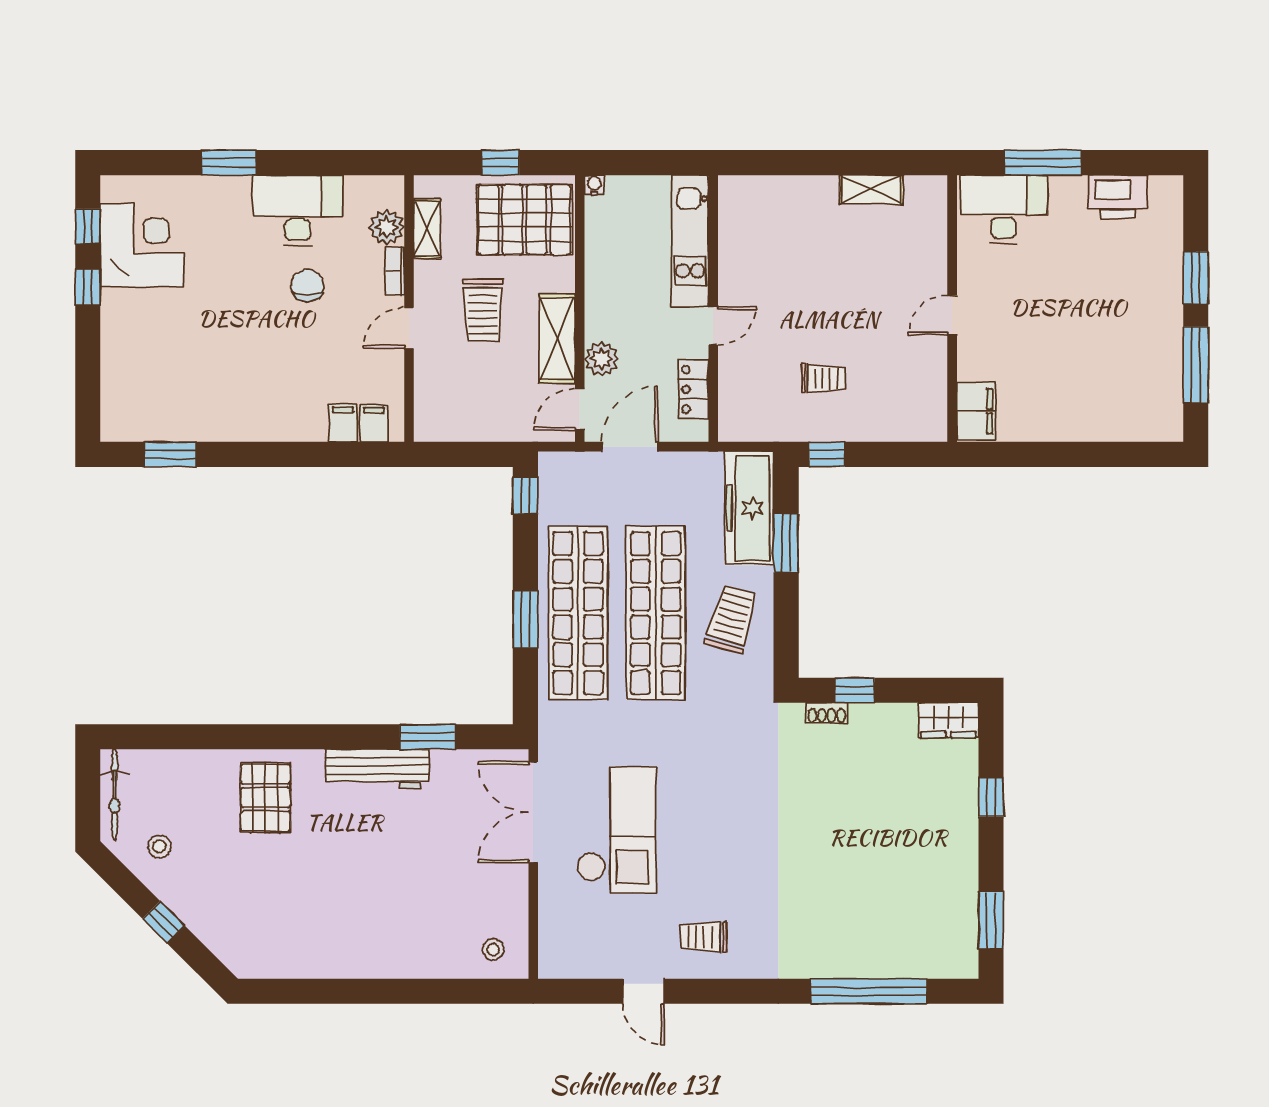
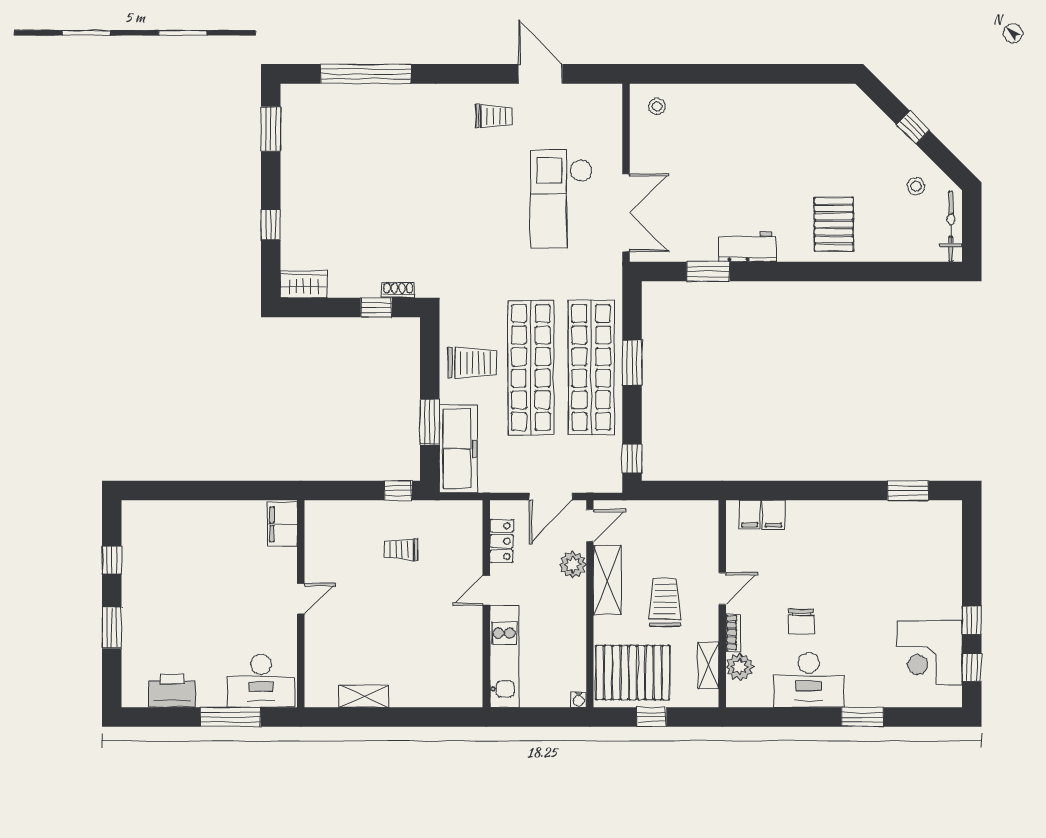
window: (1196, 365) -> (112, 560), width x0.46
trolley: (731, 619) -> (472, 363), turned -106
workbench: (377, 769) -> (747, 247), width x0.73
door: (644, 991) -> (540, 74), width x1.38

